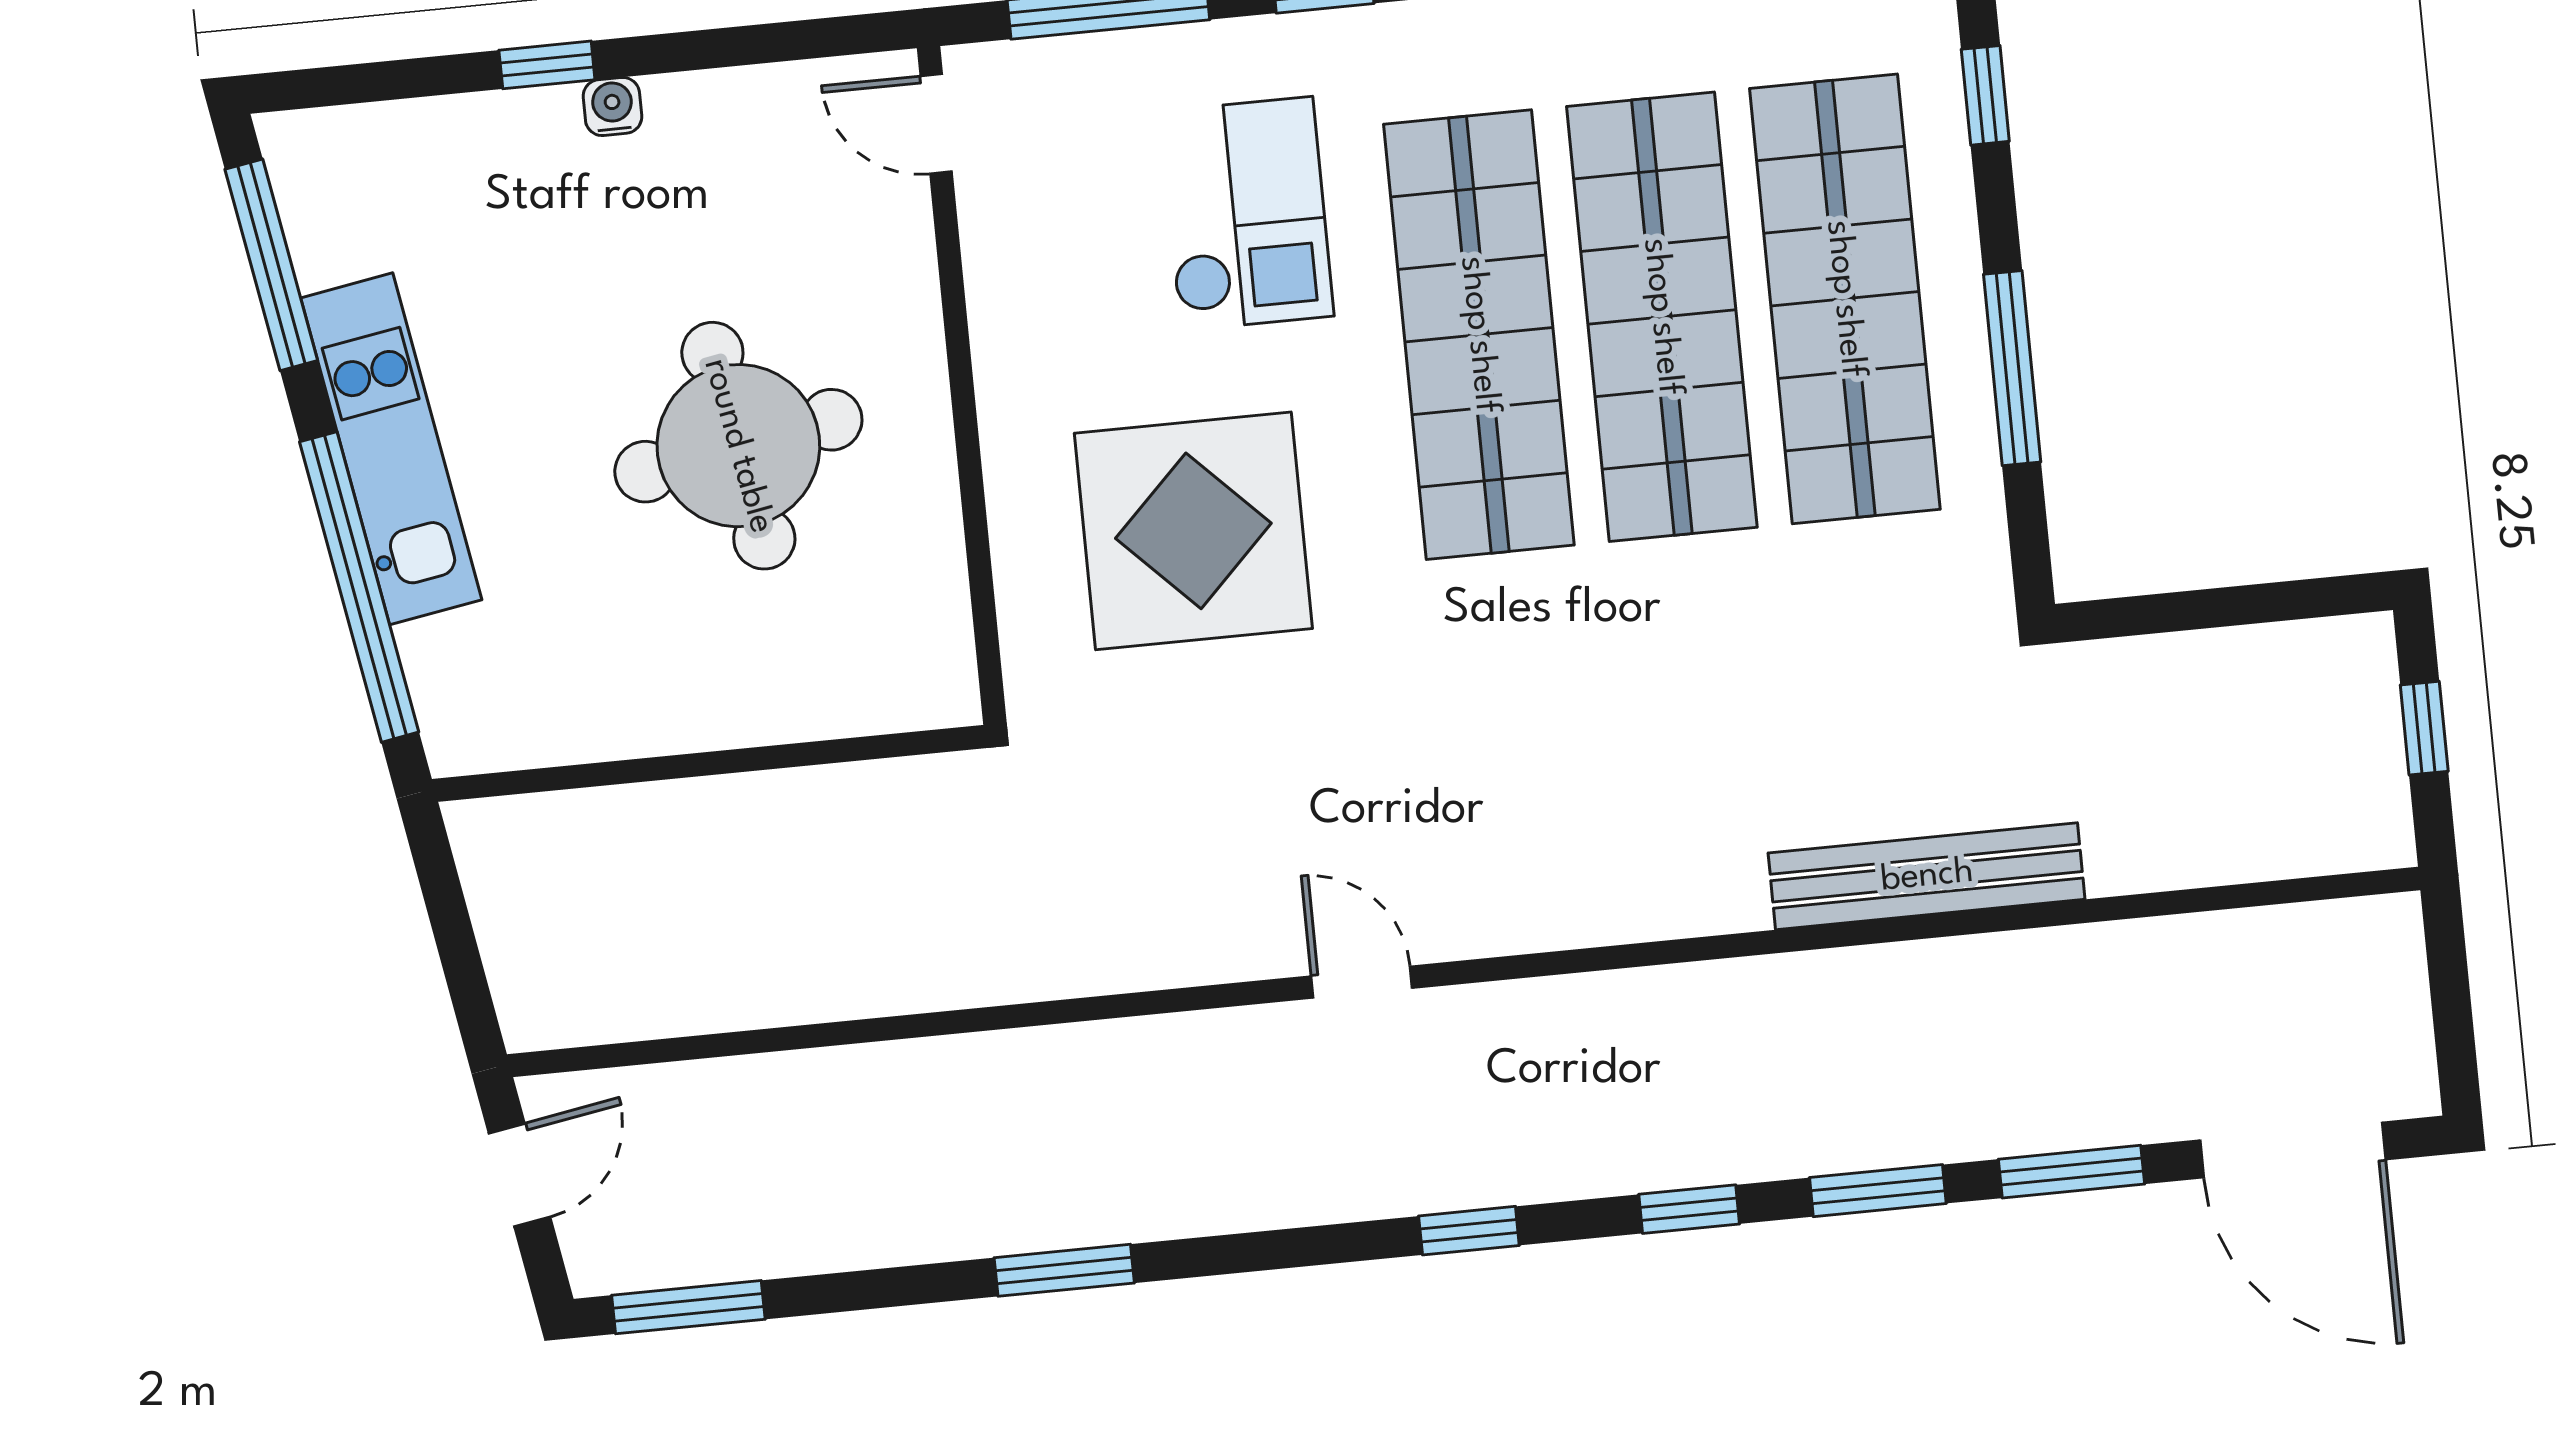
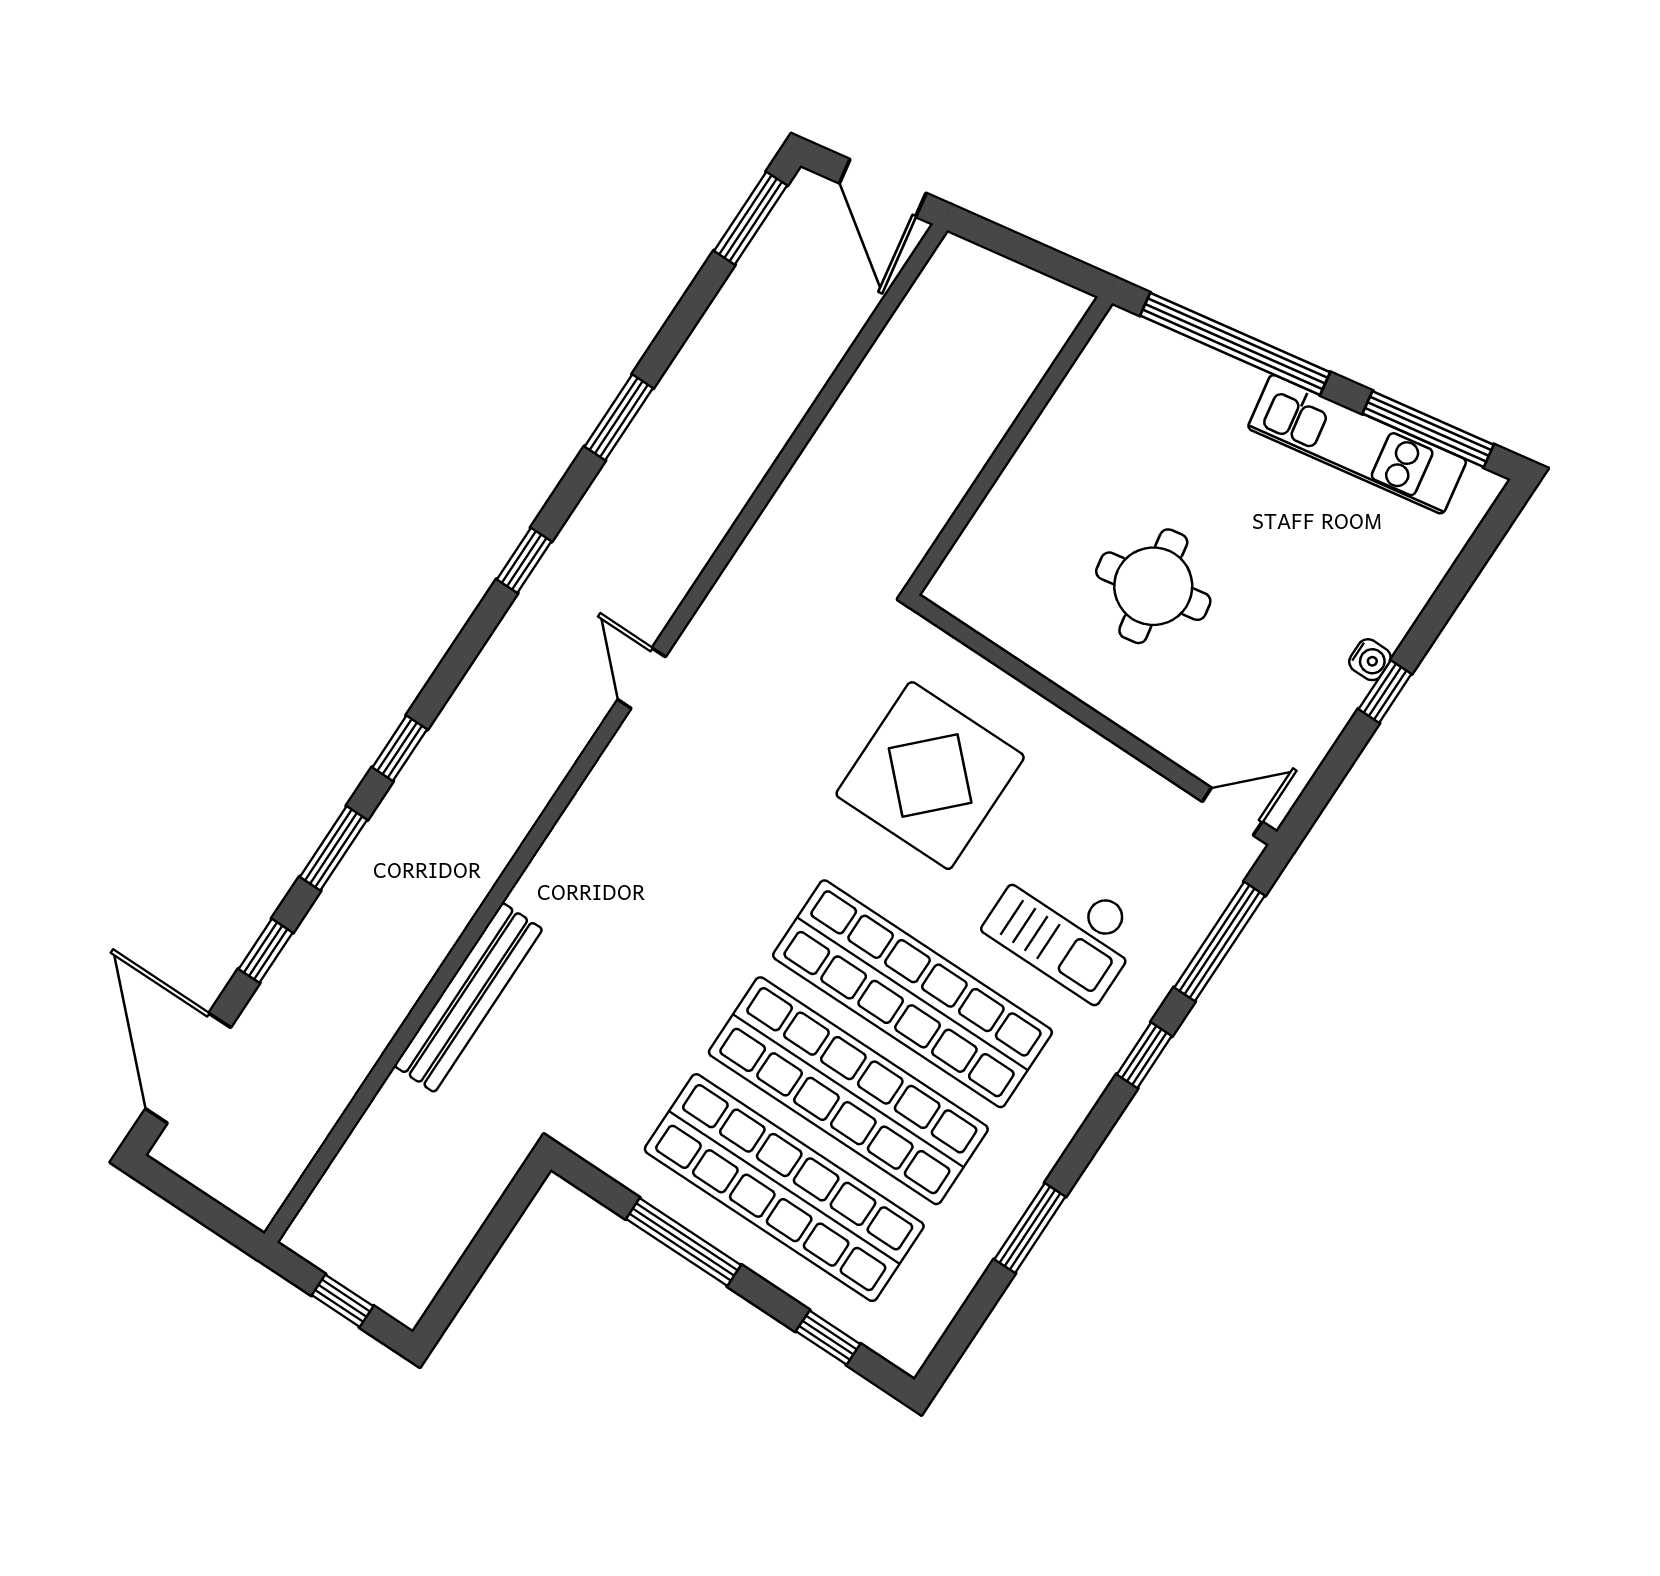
window: (547, 65) -> (1385, 692), moved
round table: (738, 446) -> (1153, 586), width x0.73, depth x0.73
kitchen unit: (391, 449) -> (1357, 444), moved
door: (1362, 982) -> (642, 678), swing flipped
door: (2293, 1150) -> (188, 1068), hinge flipped
window: (2071, 1172) -> (266, 951), width x0.67
door: (519, 1175) -> (883, 188), width x1.38
window: (1469, 1231) -> (524, 560), moved

